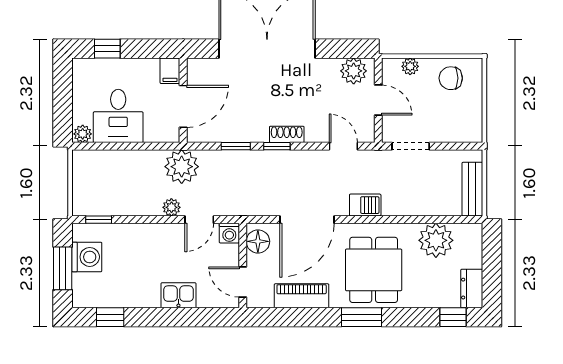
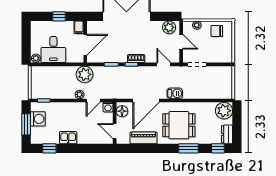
window: (107, 49) -> (59, 16), moved
bench: (472, 189) -> (227, 86), removed
plant: (436, 240) -> (224, 111), moved
dining table: (374, 270) -> (179, 125), turned 90
kitchen sink: (178, 295) -> (68, 138), moved
window: (361, 317) -> (188, 148), moved

